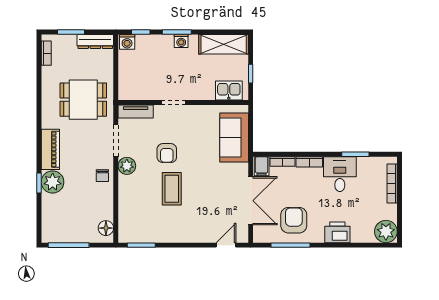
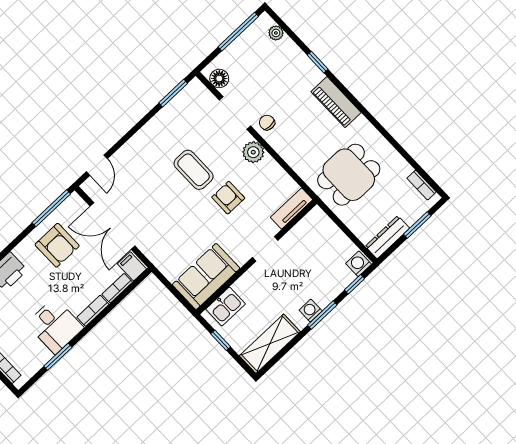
sofa: (234, 138) -> (206, 276), moved, turned -90
doorway: (116, 140) -> (235, 113), moved
plant: (53, 182) -> (276, 33), moved, width x0.53, depth x0.53
window: (290, 245) -> (51, 208), moved

